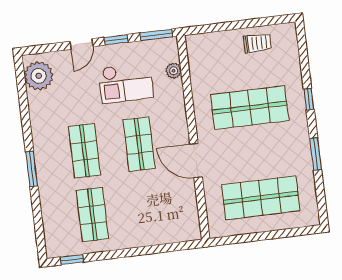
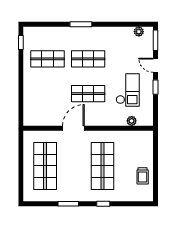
window: (156, 35) -> (155, 40), moved
plant: (39, 76) -> (139, 32), width x0.53, depth x0.53
checkout: (126, 83) -> (128, 90), turned 180

